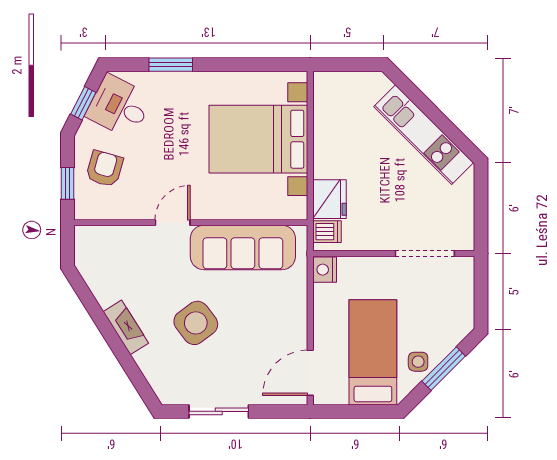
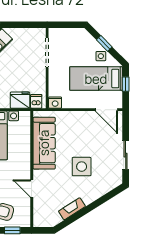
door: (173, 223) -> (32, 189), moved
side table: (196, 323) -> (82, 167), turned 37
fireplace: (126, 327) -> (72, 209), moved
window: (444, 369) -> (104, 43), width x0.67
window: (362, 411) -> (126, 84), added

